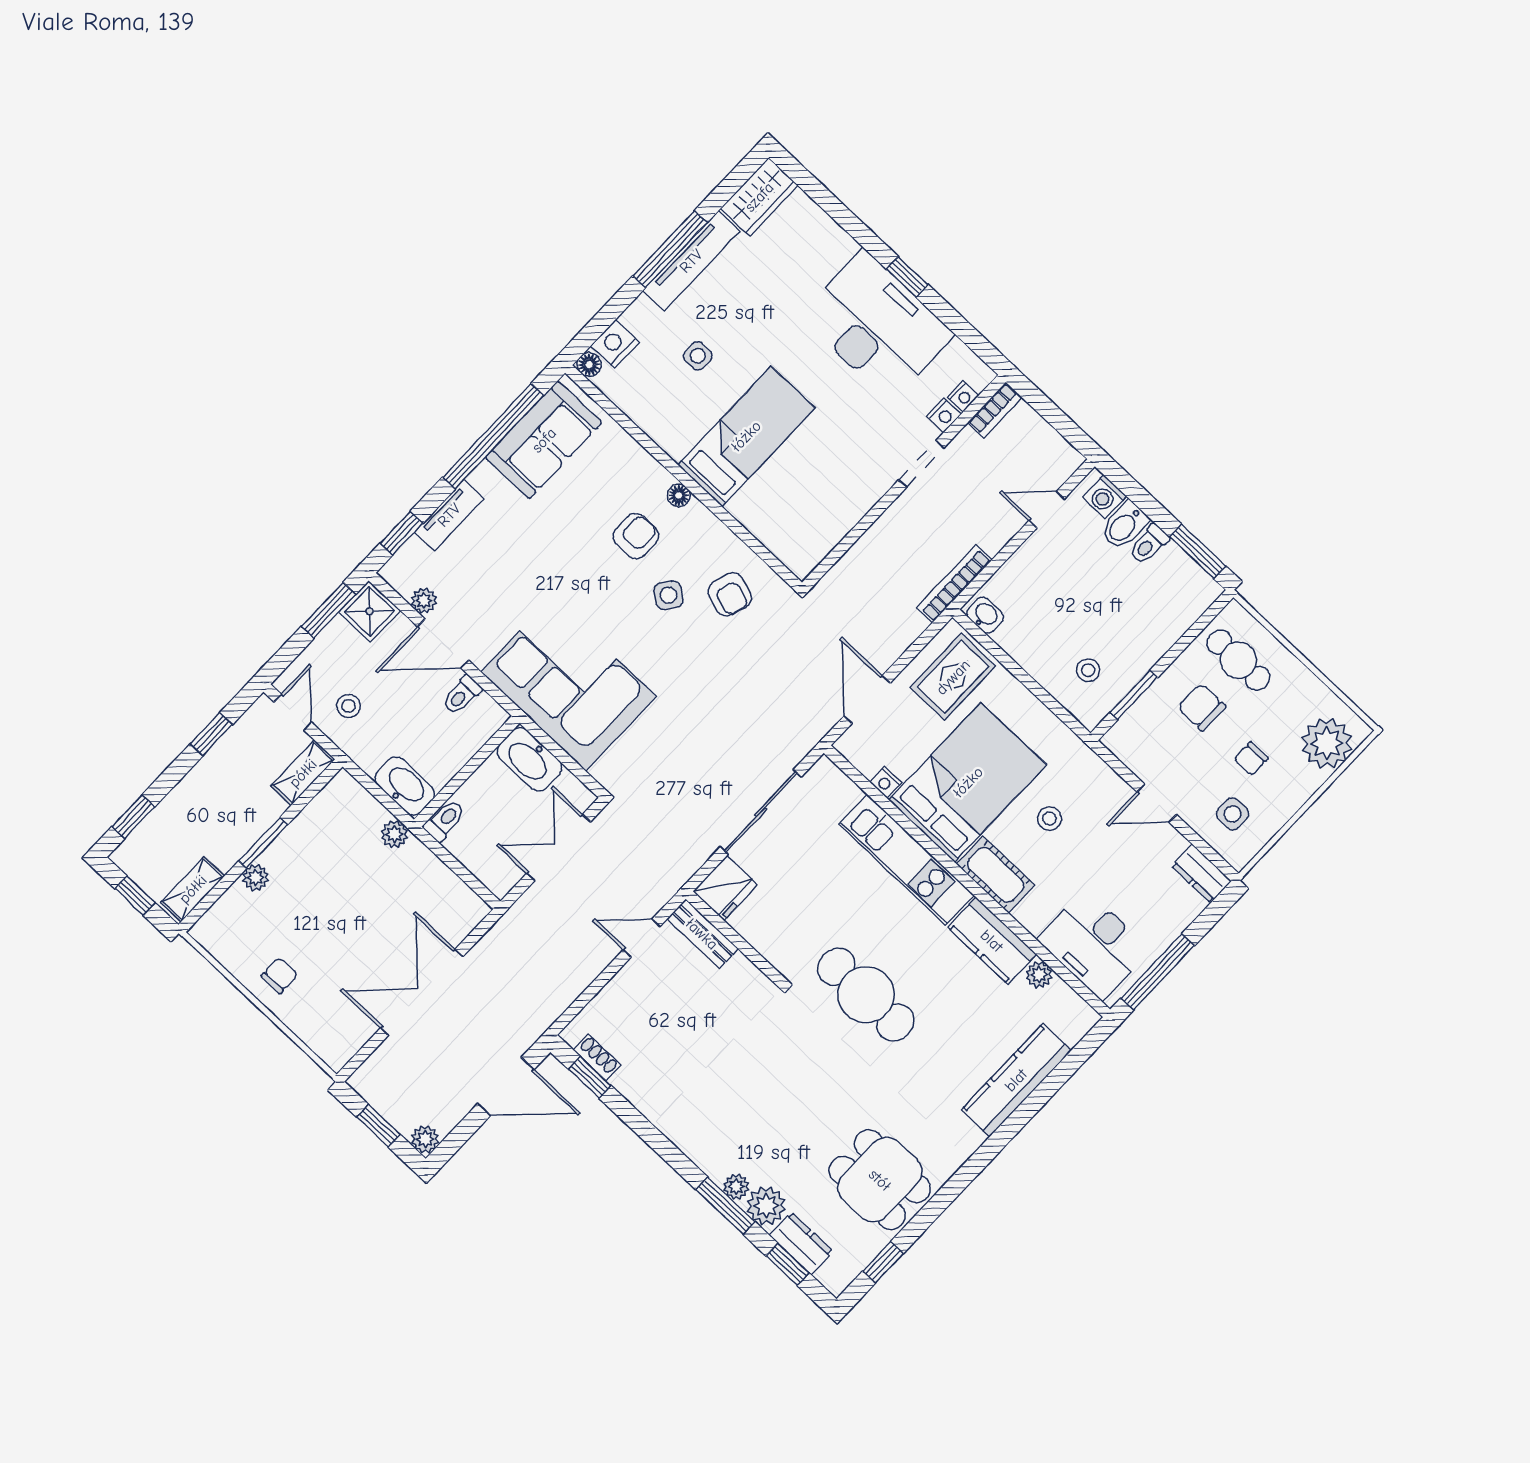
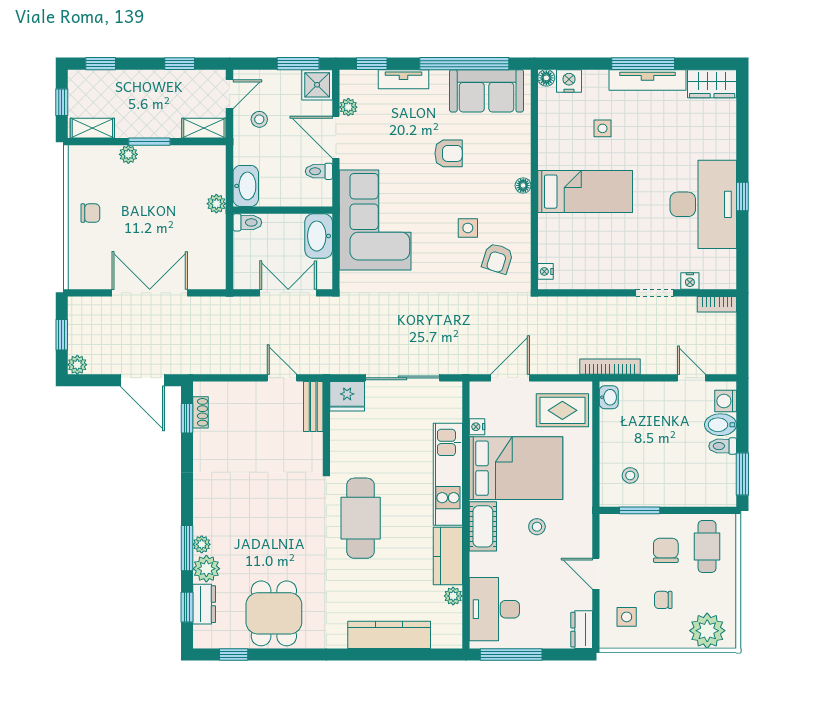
nightstand: (963, 396) -> (545, 271), moved, turned 90
armchair: (636, 536) -> (449, 153), moved
side table: (669, 595) -> (468, 228), turned -37

